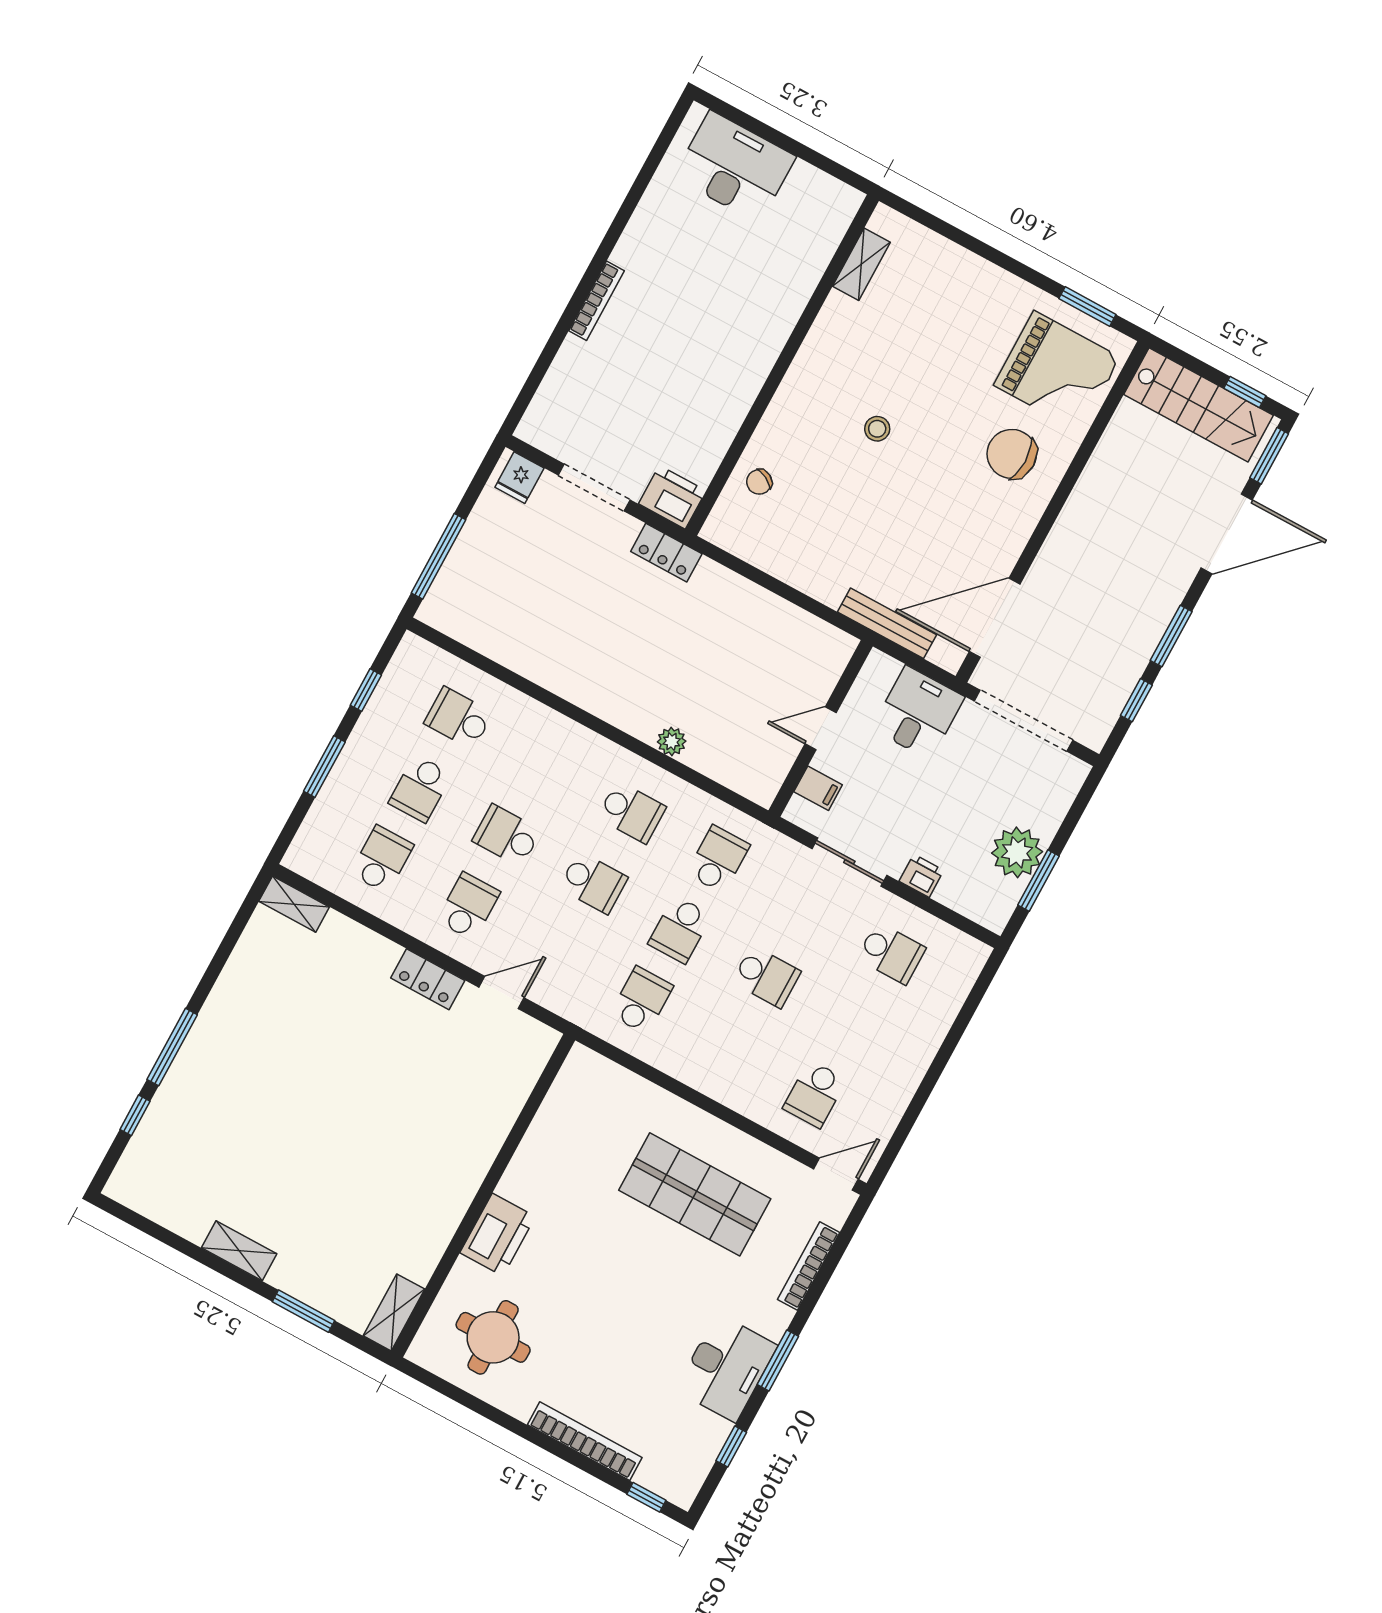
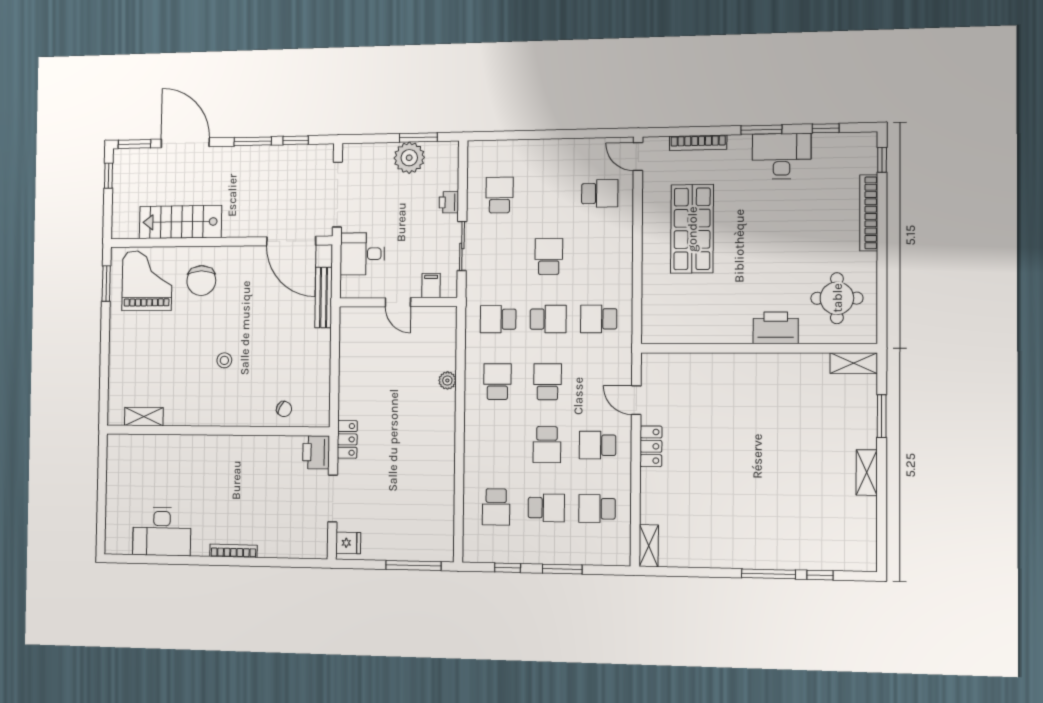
desk: (735, 167) -> (162, 532), moved, turned -90
stairs: (1199, 405) -> (180, 222), moved, turned -90

